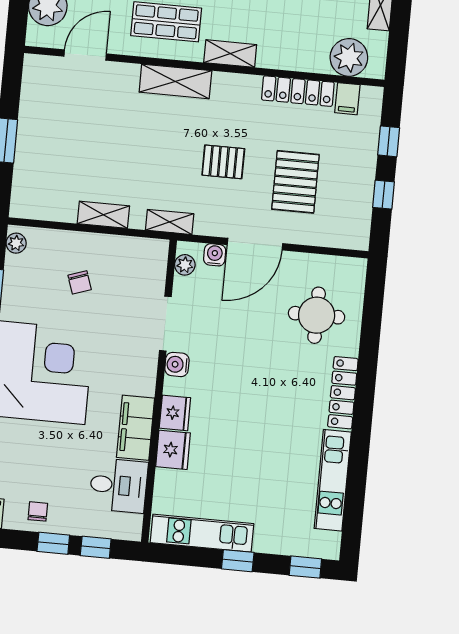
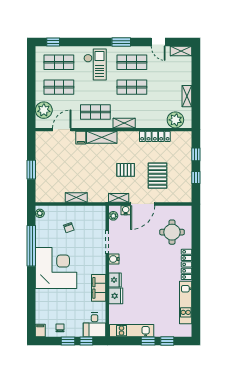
filing cabinet: (347, 99) -> (81, 138), moved
shelving: (170, 222) -> (119, 198), moved
desk: (118, 485) -> (95, 325), moved, turned 90
window: (305, 567) -> (167, 341), moved

